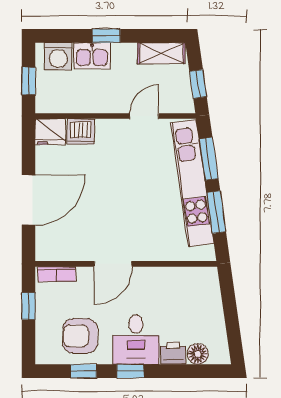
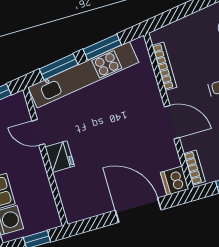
dishwasher: (81, 131) -> (175, 181), moved, turned 180
fridge: (50, 132) -> (60, 157), moved
bookcase: (176, 273) -> (164, 66), added

